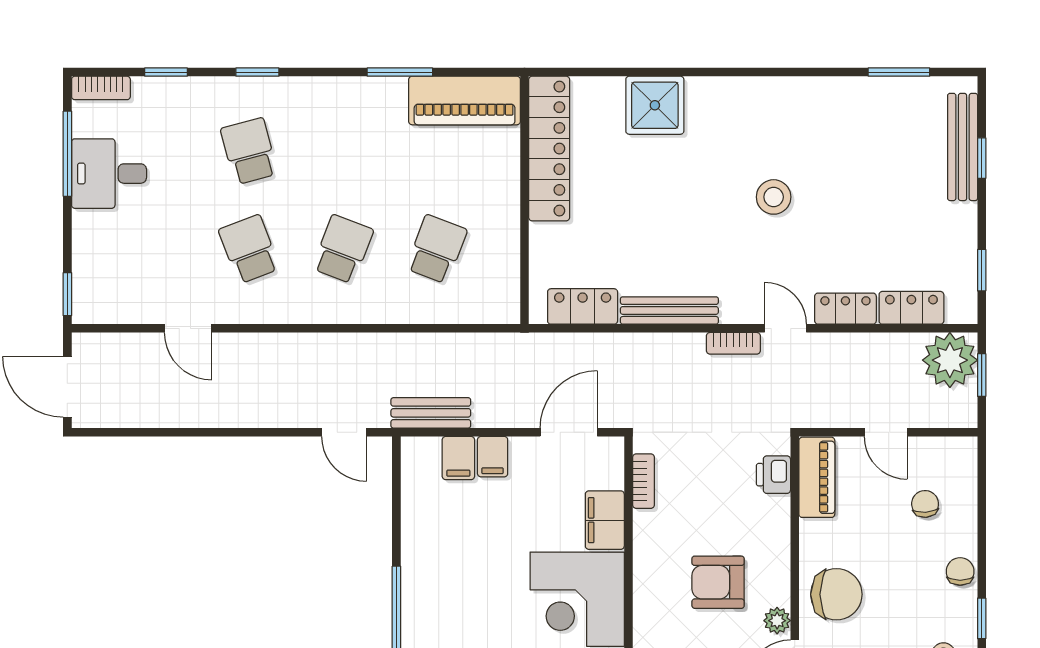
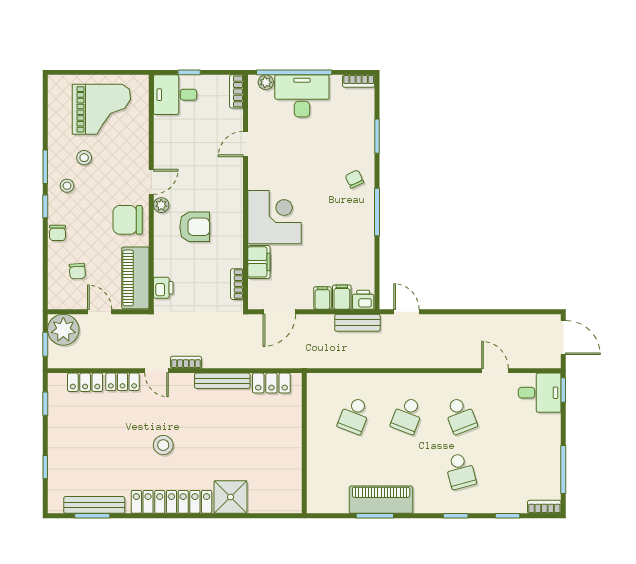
piano: (465, 100) -> (381, 500), moved
bench: (963, 147) -> (94, 505), moved, turned 90
locker: (549, 149) -> (171, 502), moved, turned 90
desk: (109, 174) -> (540, 393), moved
plant: (950, 360) -> (63, 330), moved
printer: (421, 453) -> (363, 300), added
piano: (817, 477) -> (135, 278), width x1.37, depth x1.33

